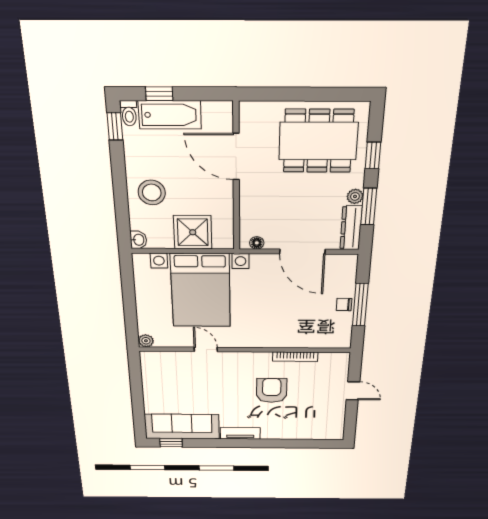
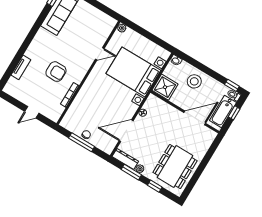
door: (236, 157) -> (195, 118), moved
wall: (236, 179) -> (185, 112), moved
tv unit: (240, 433) -> (21, 67), moved

